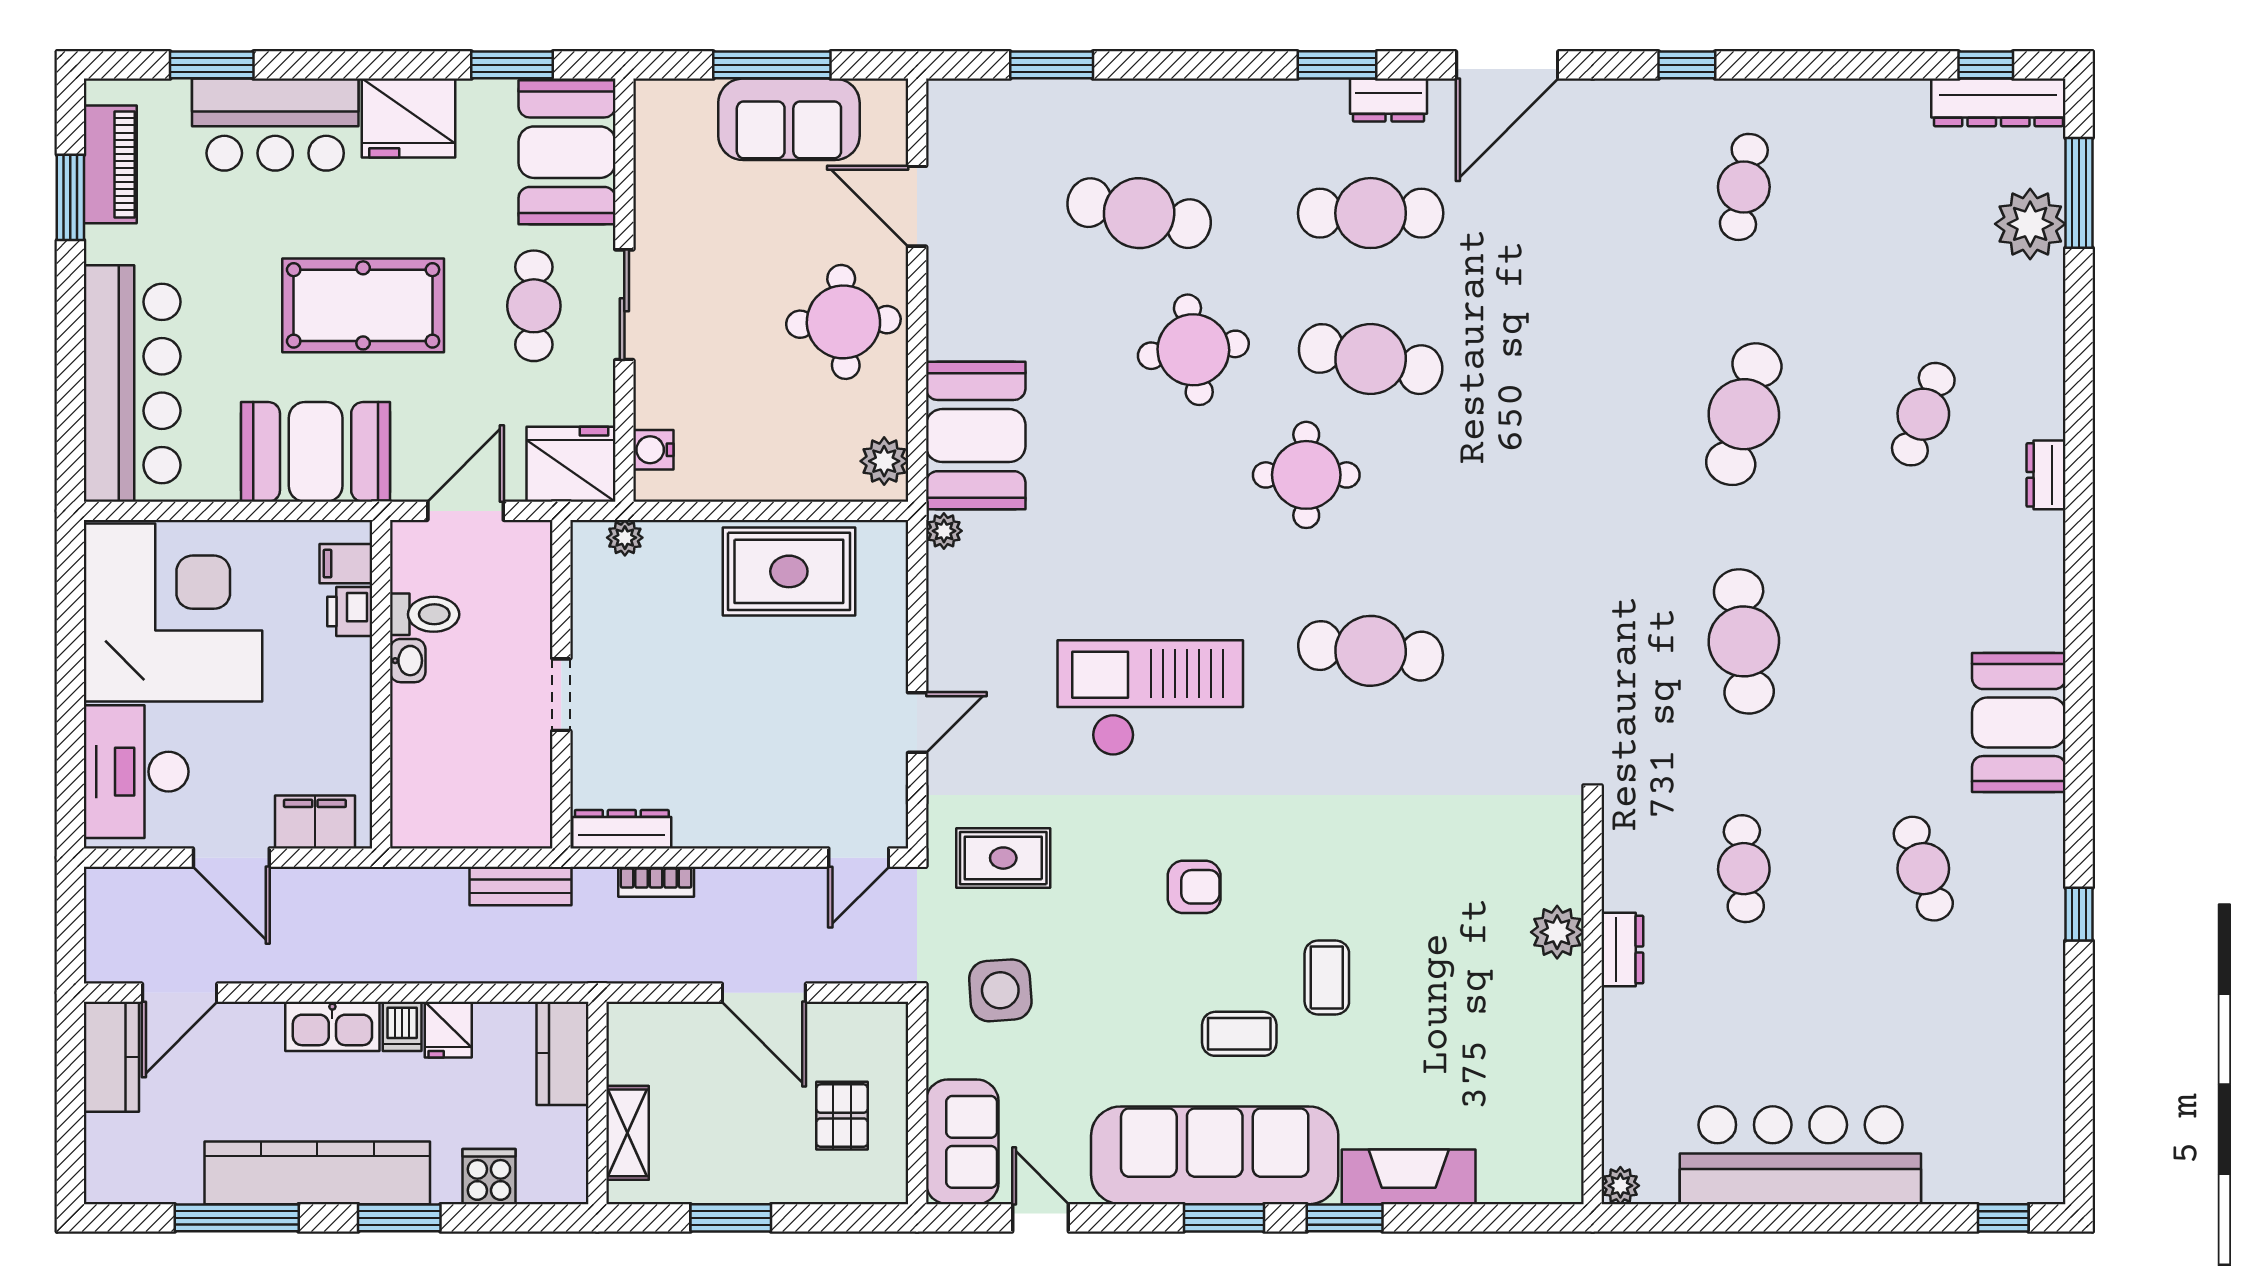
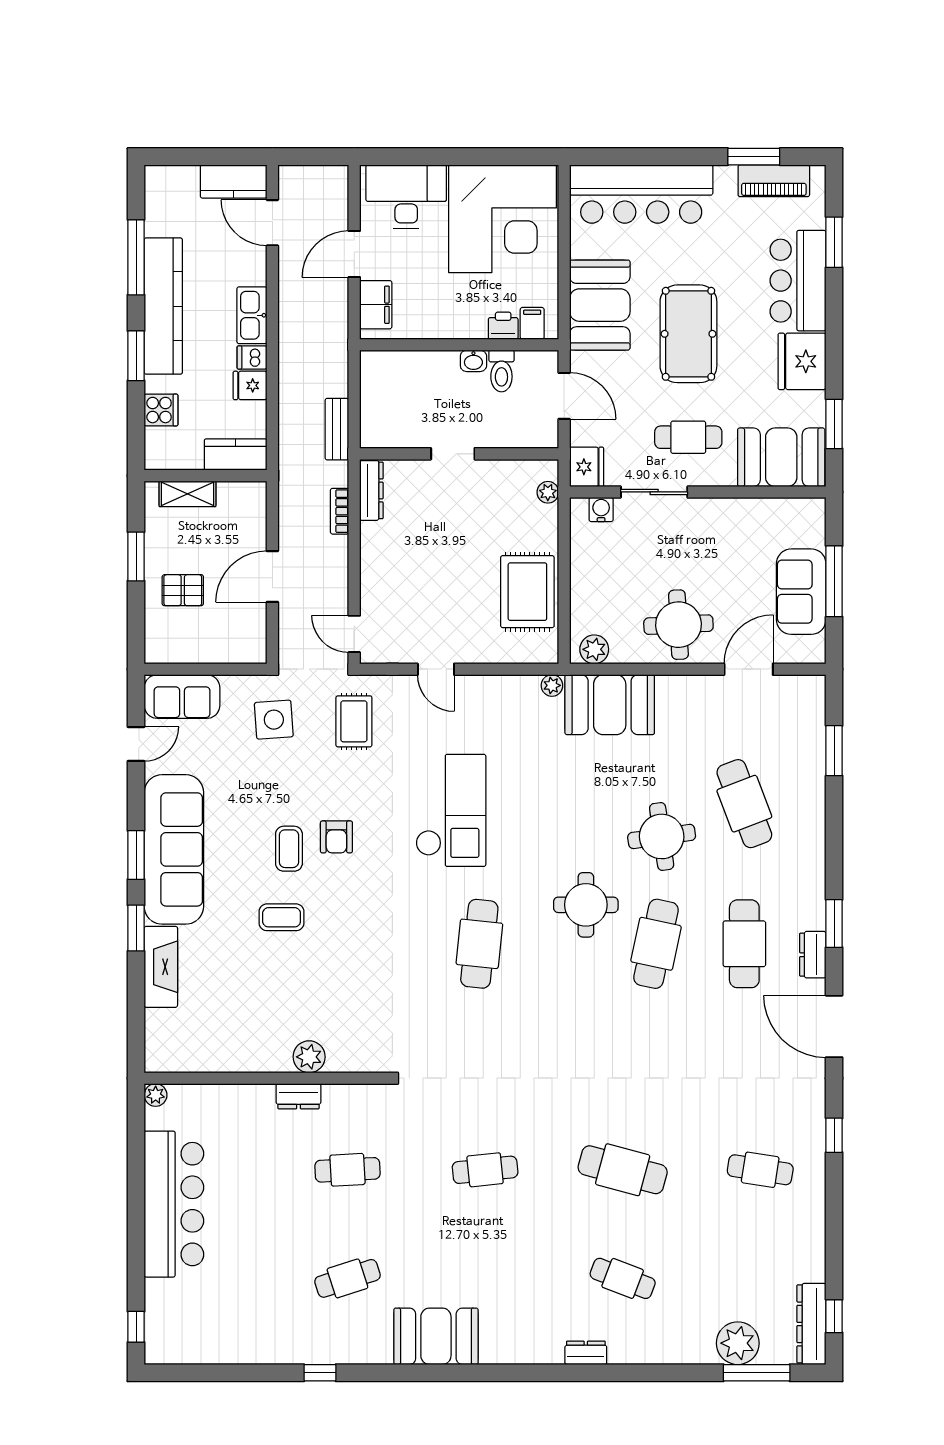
cafe table: (1139, 213) -> (744, 804), turned -33
sliding door: (624, 305) -> (654, 492), moved
fridge: (571, 464) -> (587, 467), width x0.73, depth x0.75
cafe table: (1744, 641) -> (485, 1170), width x0.73, depth x0.74
coffee table: (1239, 1034) -> (289, 849), moved
pallet: (842, 1116) -> (183, 590), moved

